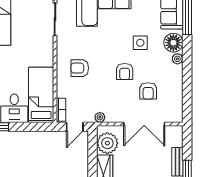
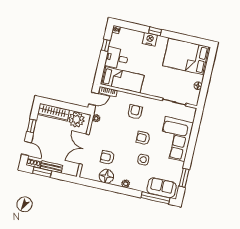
floor lamp: (173, 43) -> (106, 176), moved
armchair: (125, 72) -> (143, 138), moved
door: (75, 127) -> (94, 99), swing flipped

